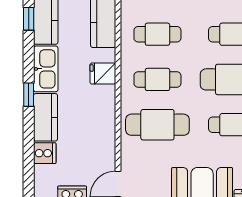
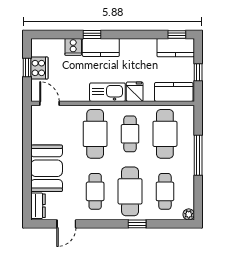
cafe table: (157, 34) -> (165, 134), width x1.37, depth x1.35
kitchen sink: (46, 69) -> (107, 92), moved, turned 180
window: (29, 95) -> (92, 34), moved

